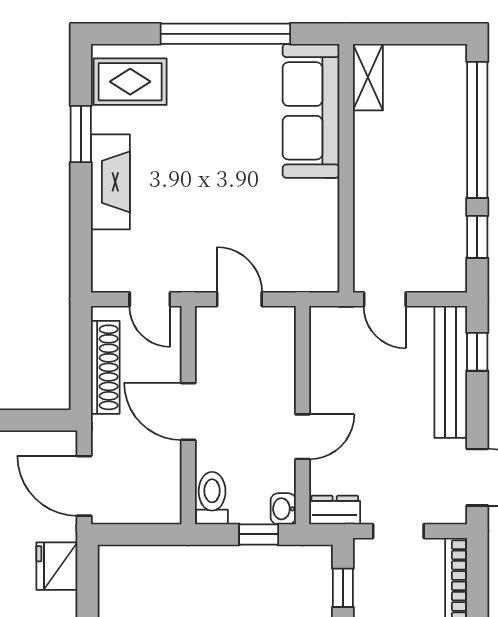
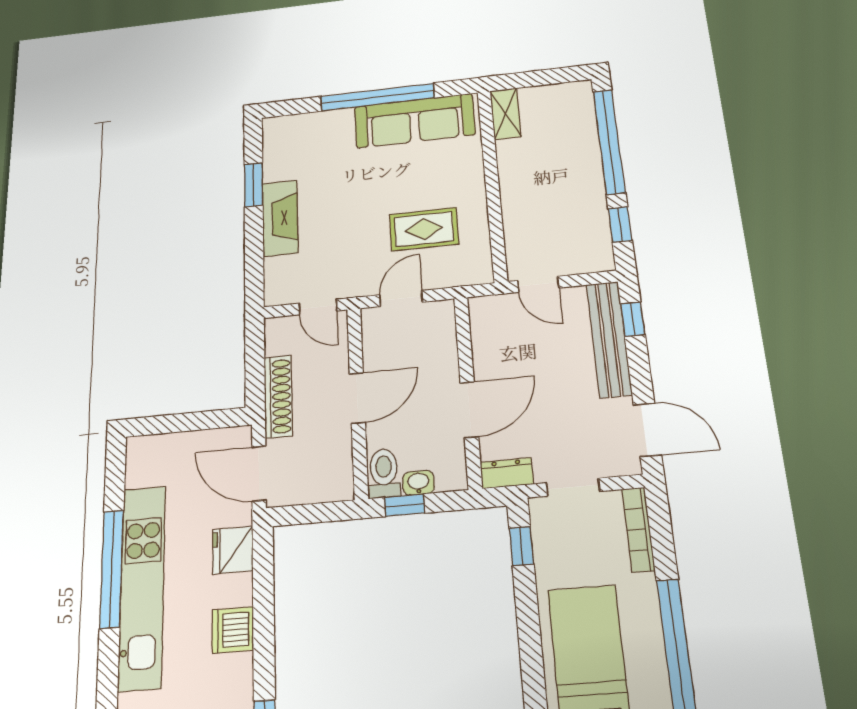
rug: (130, 82) -> (424, 229), moved
sofa: (311, 111) -> (414, 121), moved, turned -90
door: (239, 299) -> (401, 298), hinge flipped
shoe rack: (105, 367) -> (278, 396), moved
door: (188, 411) -> (357, 398), swing flipped
door: (303, 437) -> (469, 410), width x1.38
washbasin: (283, 509) -> (418, 483), moved, turned 90
window: (259, 534) -> (404, 505), moved

